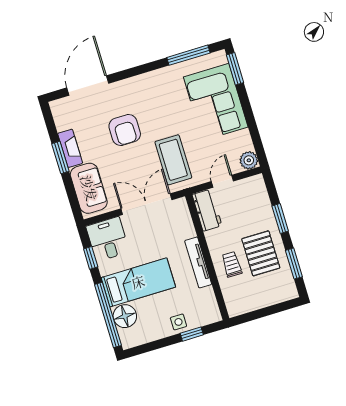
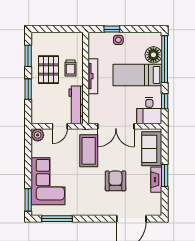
workbench: (207, 210) -> (76, 105), width x1.38

